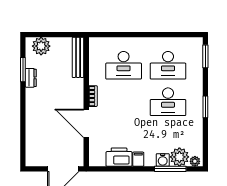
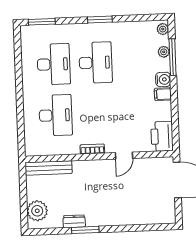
window: (23, 70) -> (85, 230), moved
door: (86, 123) -> (124, 156), width x0.53
printer: (119, 157) -> (162, 136), moved
plant: (179, 157) -> (164, 52), width x0.53, depth x0.53
water cooler: (163, 160) -> (163, 79), moved

